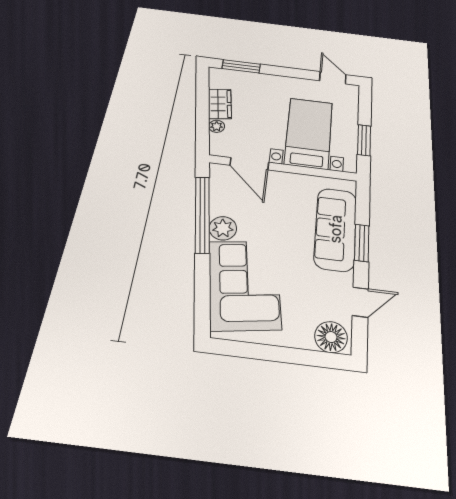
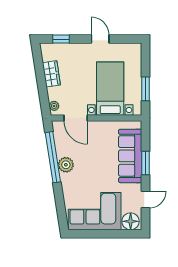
window: (241, 66) -> (61, 39), width x0.67
door: (333, 78) -> (100, 39), moved
plant: (217, 126) -> (54, 106), moved
corner sofa: (244, 284) -> (95, 211), moved, turned -81

